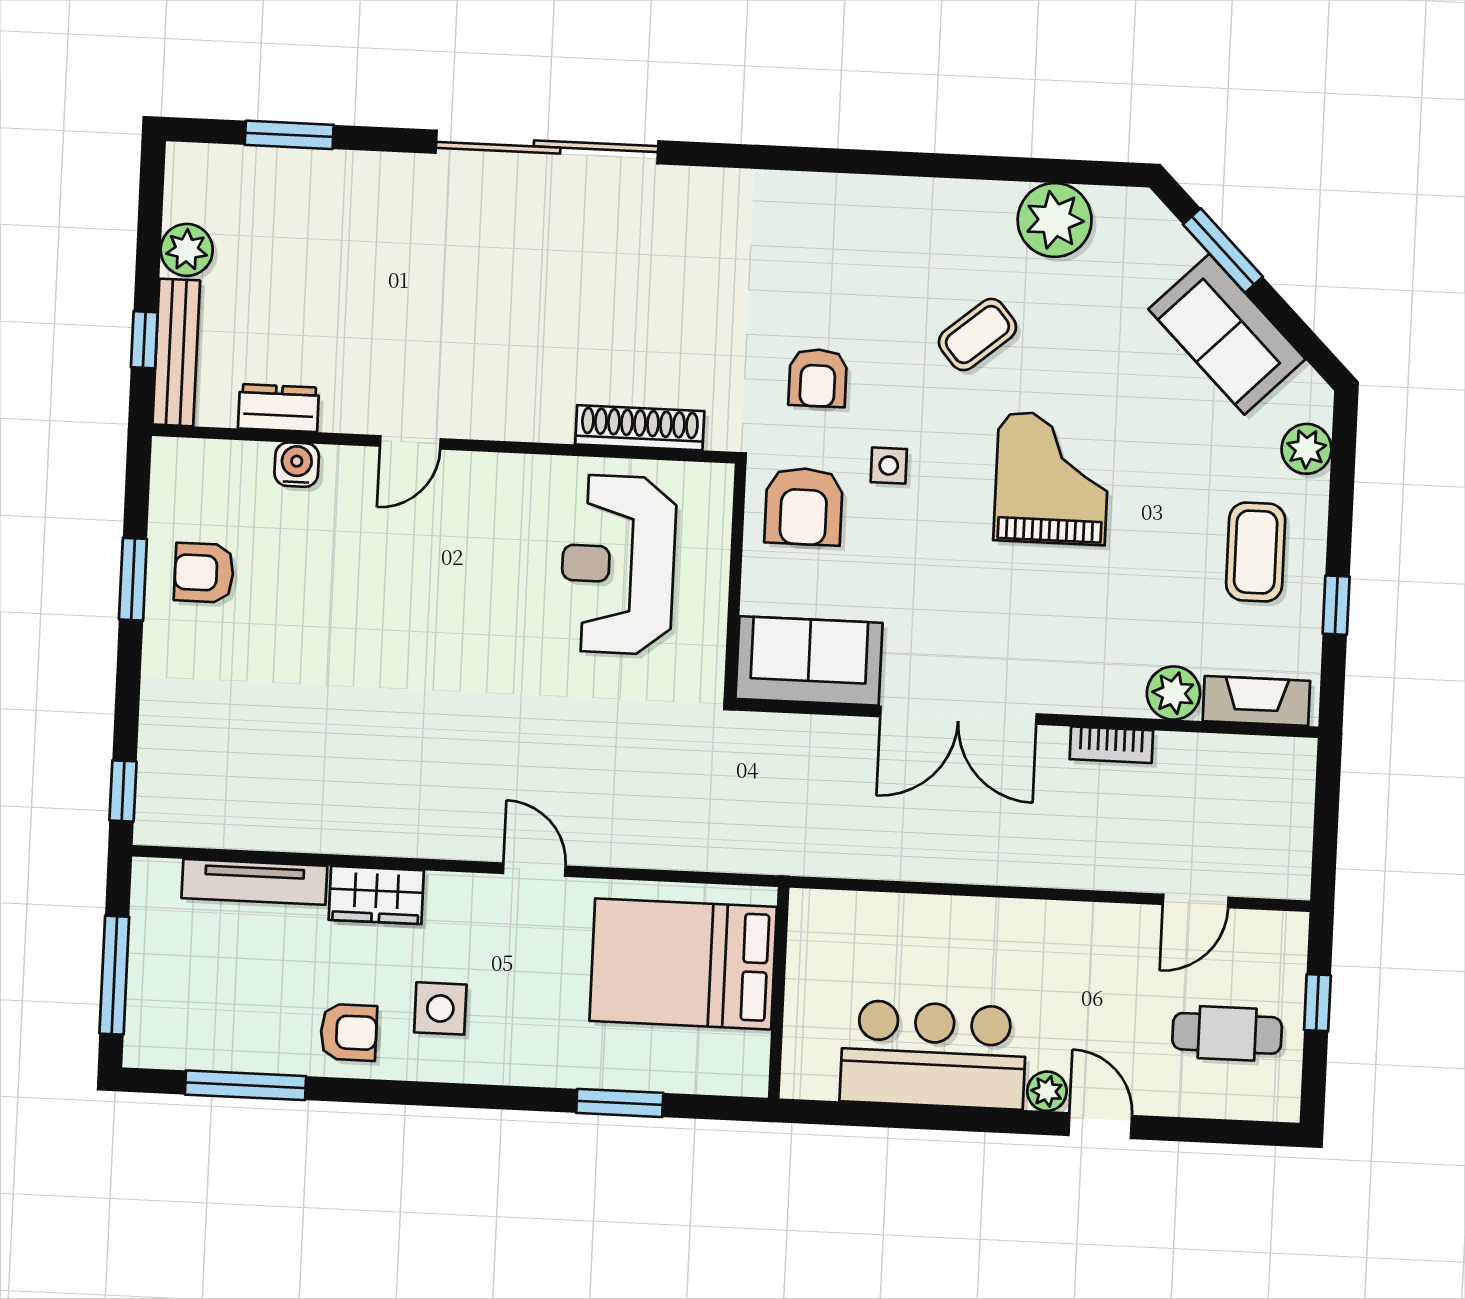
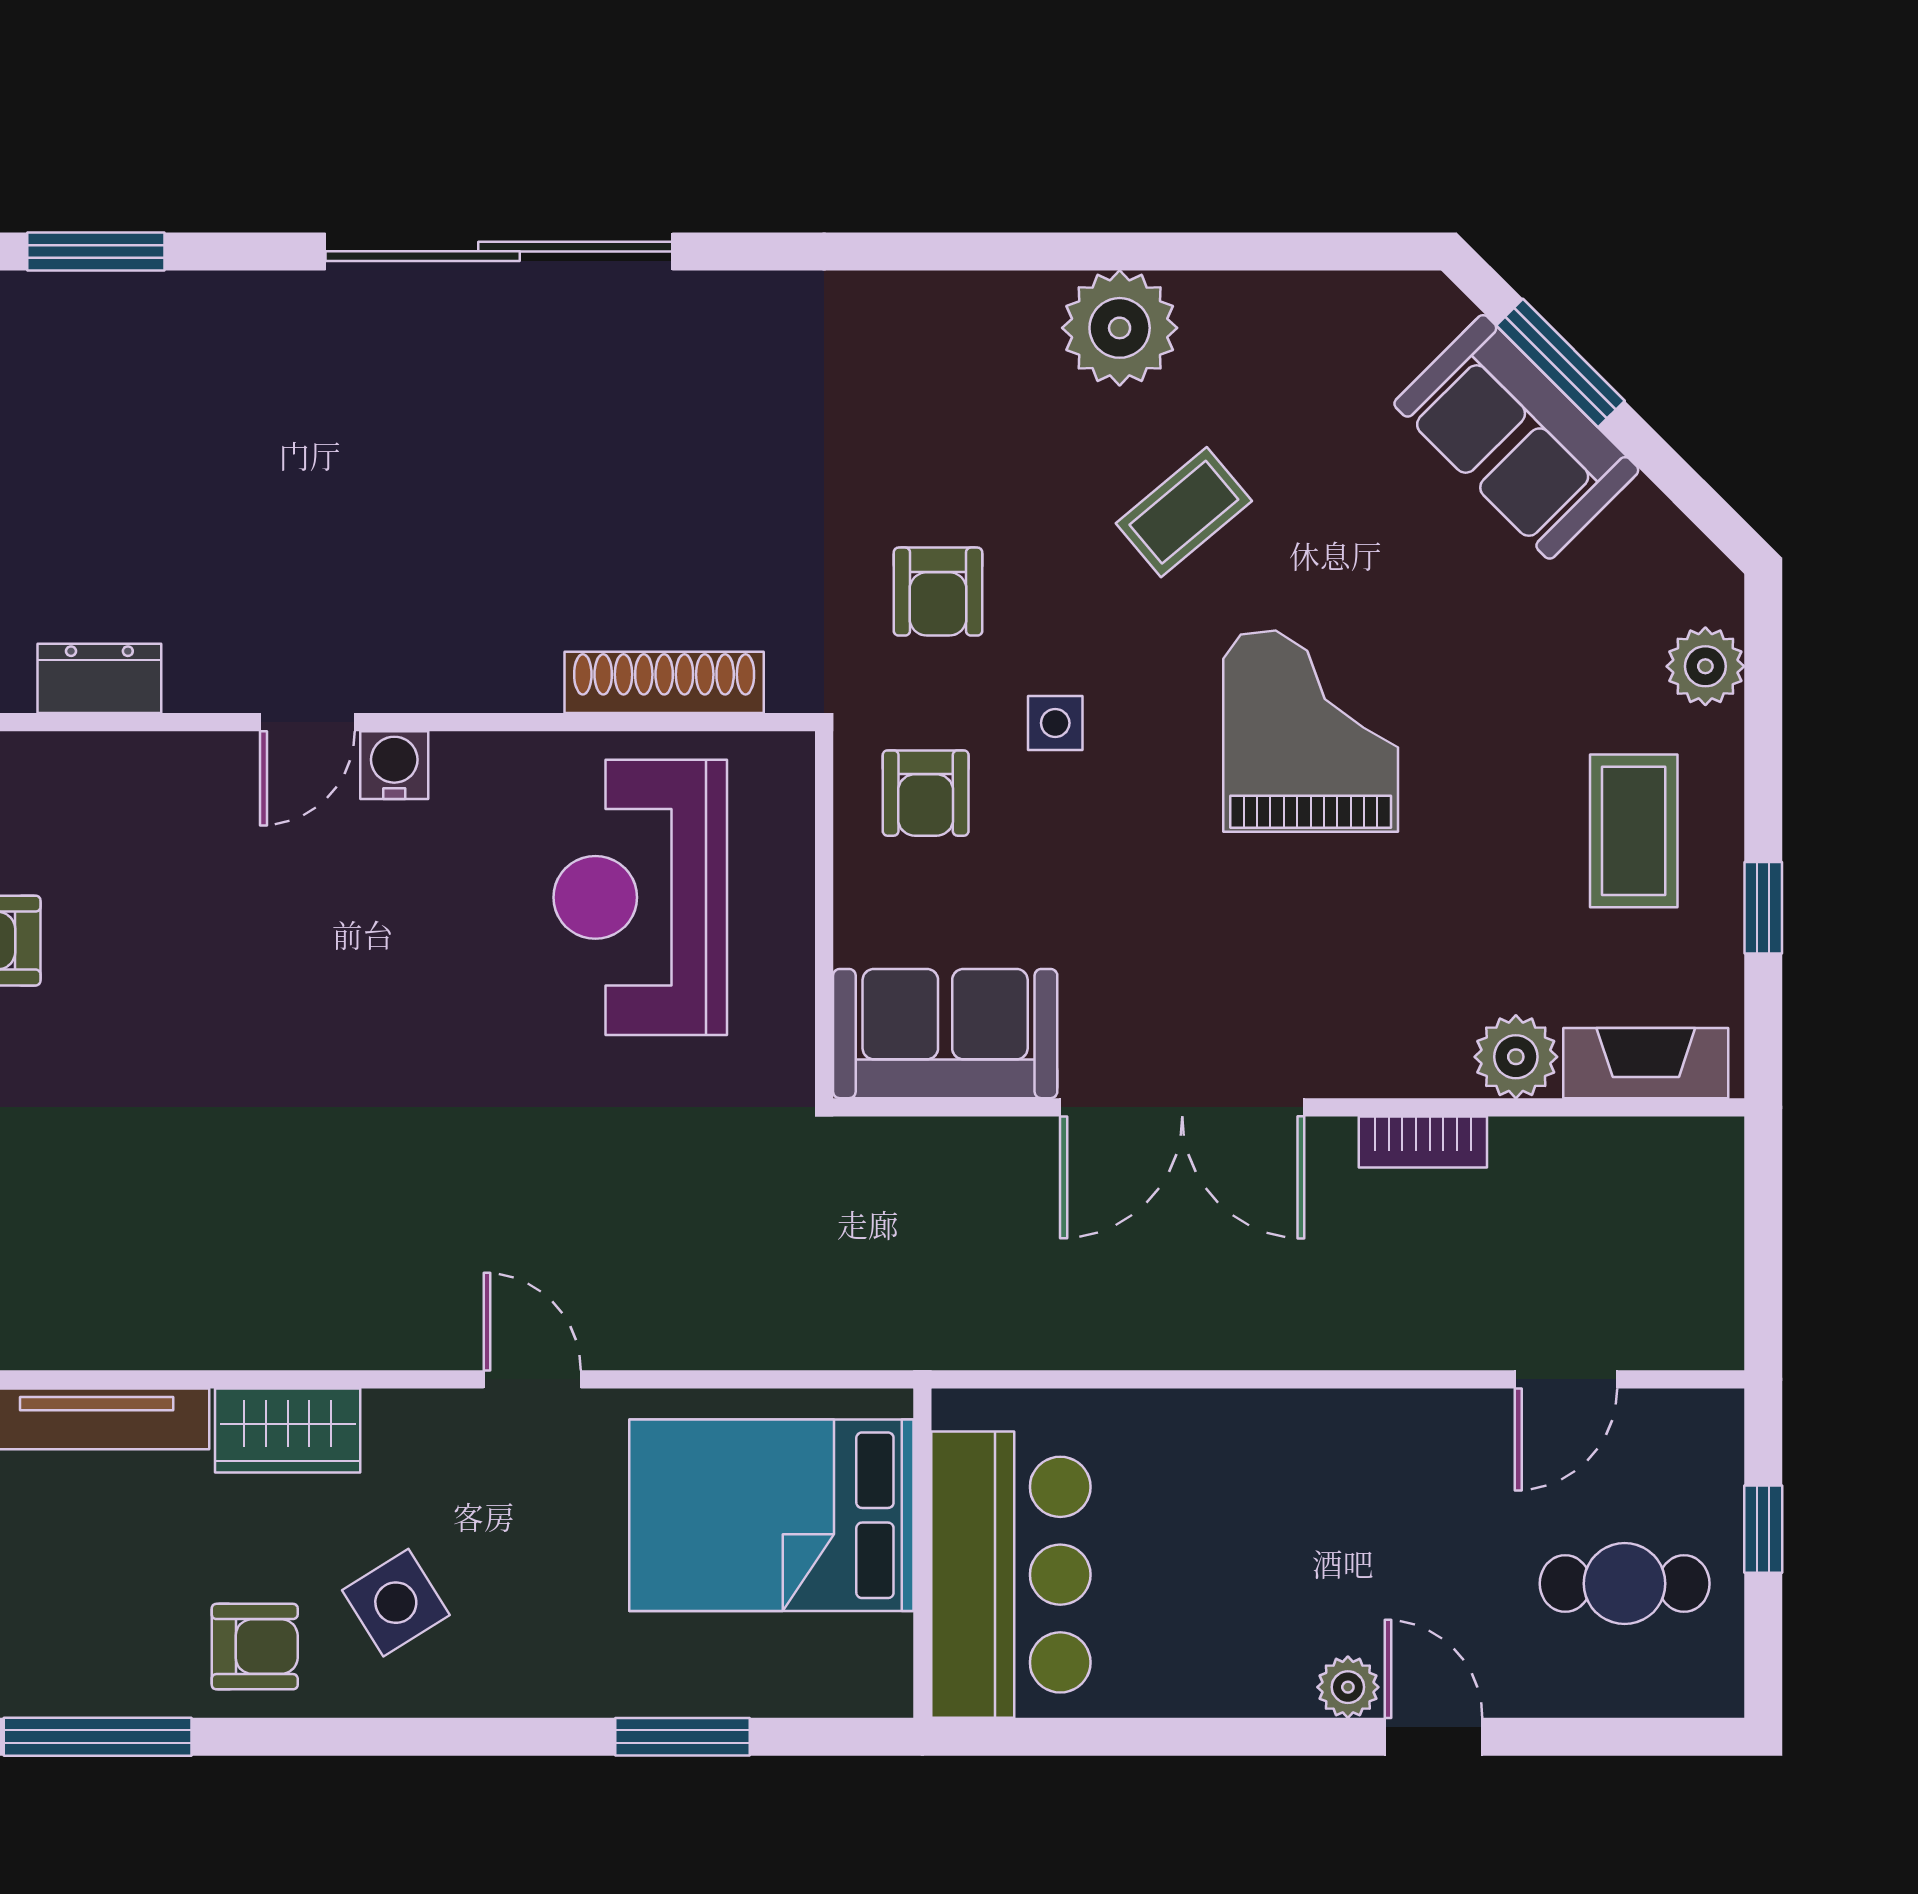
plant: (1055, 220) -> (1120, 328), moved
sofa: (1227, 334) -> (1516, 437), moved
water cooler: (297, 465) -> (394, 765), moved
armchair: (804, 506) -> (926, 793), width x0.72, depth x0.72
side table: (440, 1008) -> (396, 1603), turned -32
bar counter: (933, 1055) -> (1011, 1575), moved, turned 90

